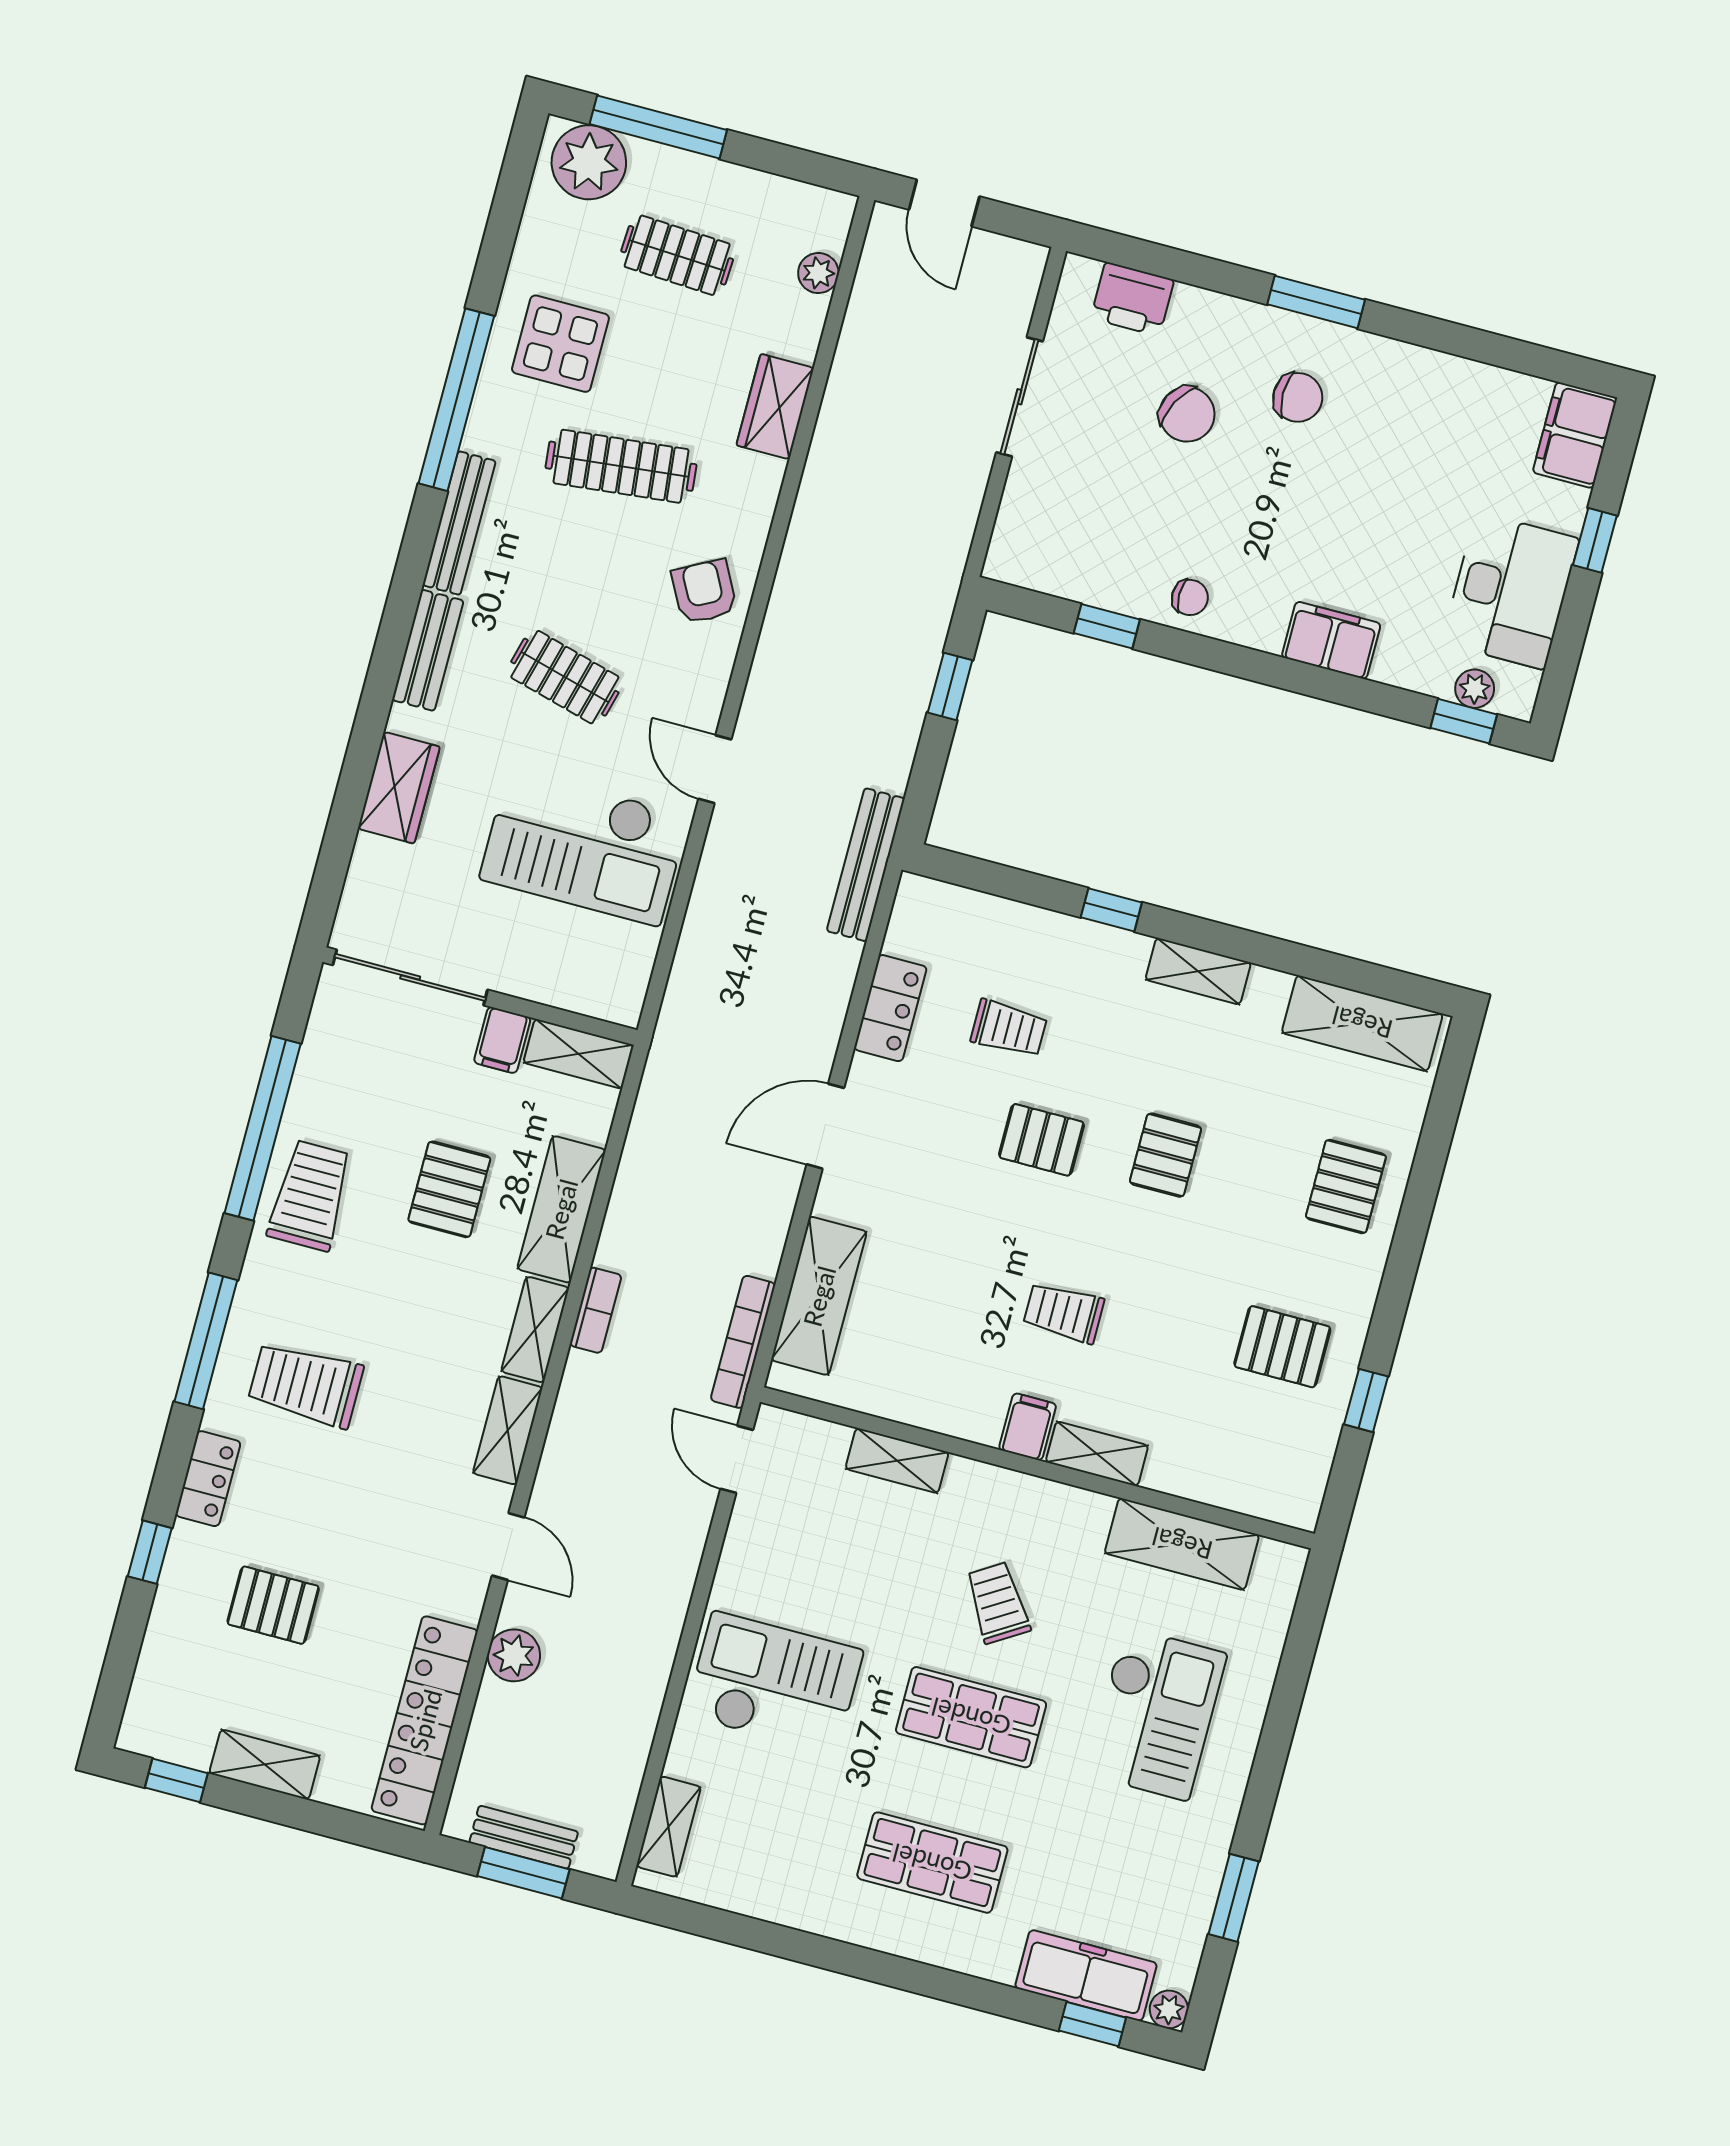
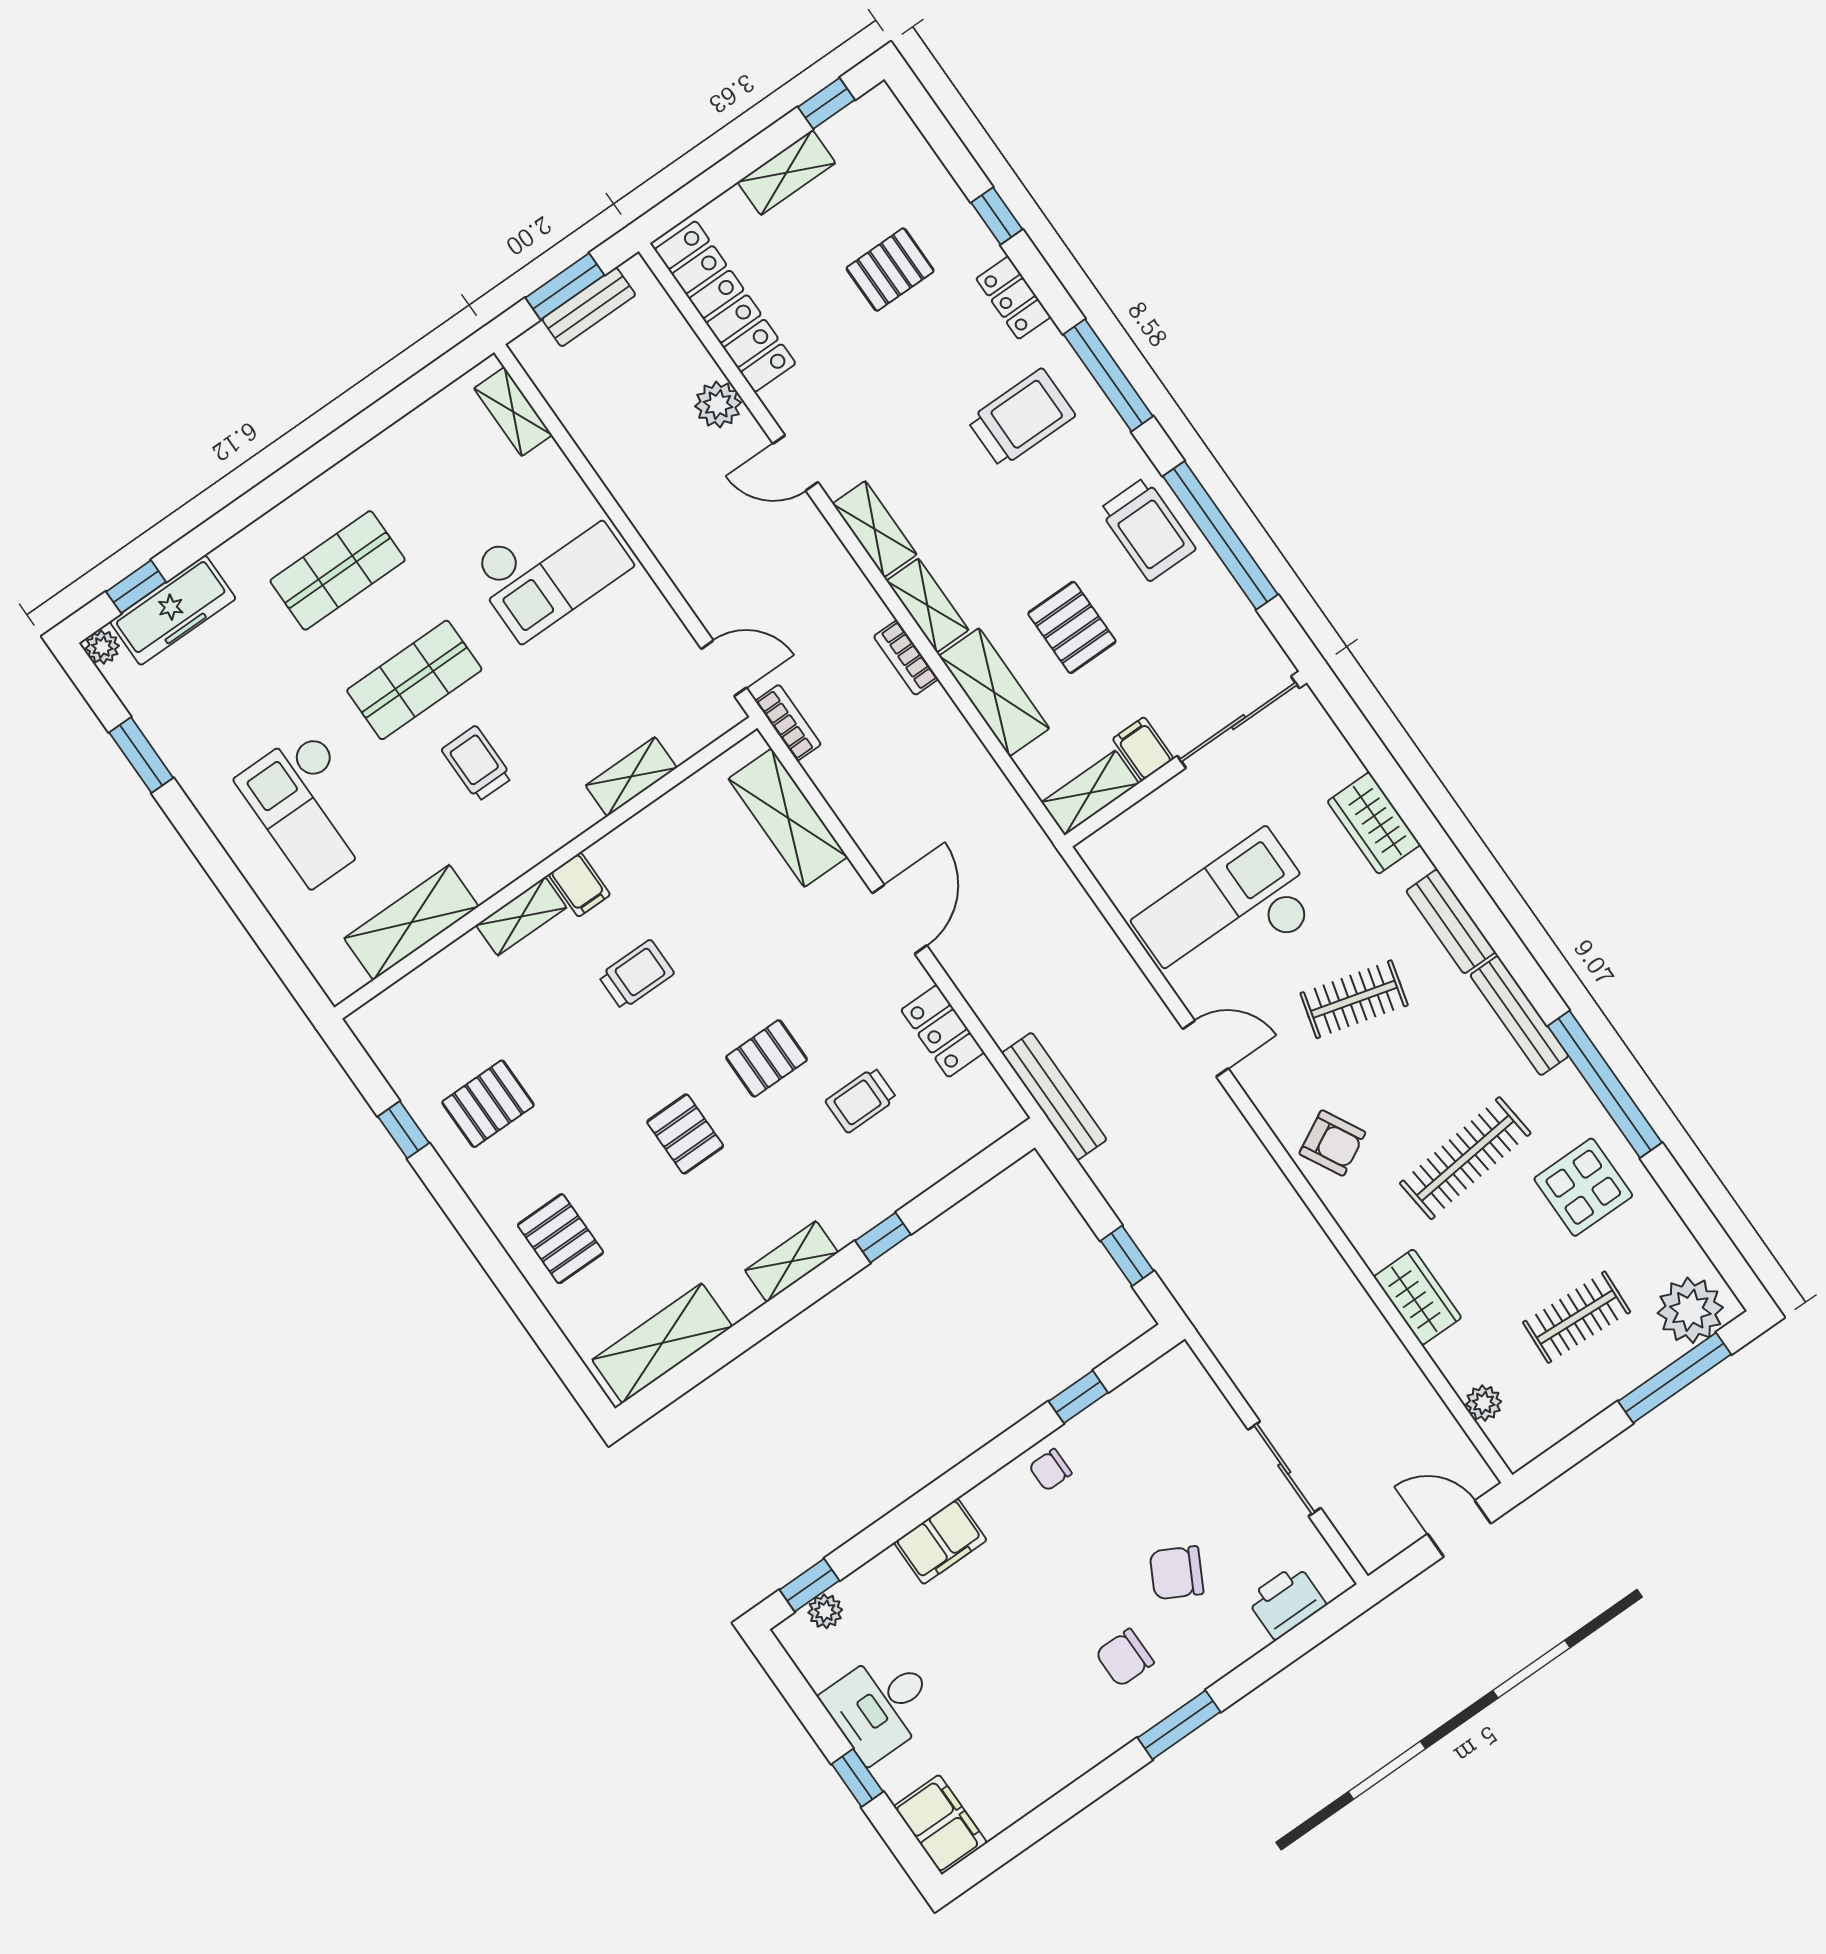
desk: (1510, 591) -> (881, 1705), width x0.73
bookcase: (743, 1342) -> (788, 723), width x0.64
trolley: (998, 1603) -> (477, 764), turned -148

